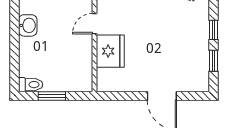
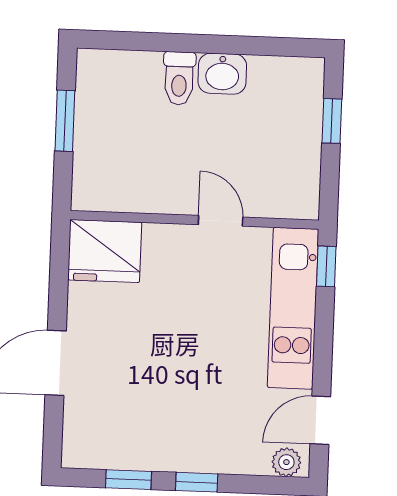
fridge: (110, 51) -> (105, 251), moved
toilet: (31, 85) -> (179, 78), moved

